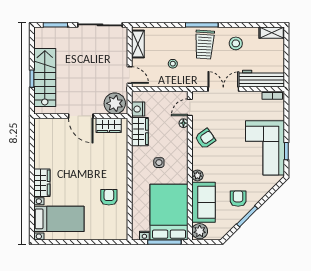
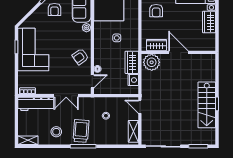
plant: (115, 103) -> (152, 62), moved
door: (81, 116) -> (178, 52), moved
wall: (81, 116) -> (178, 52), moved
wardrobe: (109, 125) -> (156, 45), moved

